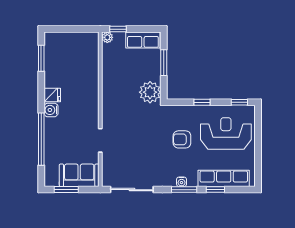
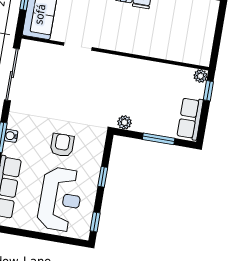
plant: (150, 92) -> (124, 122), width x0.53, depth x0.53

